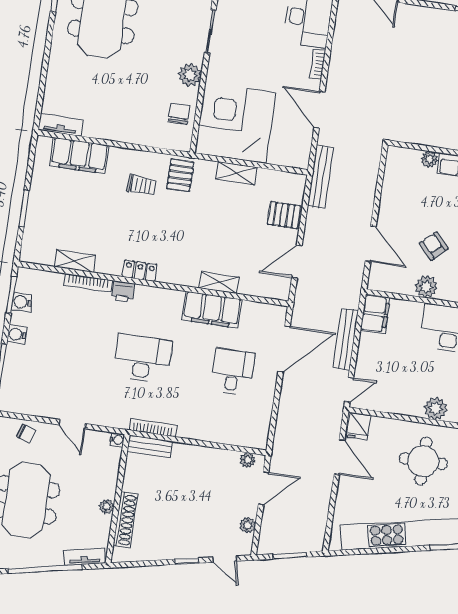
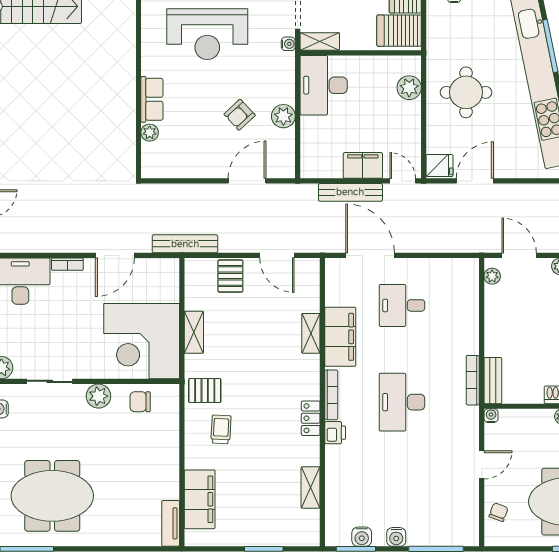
bookcase: (88, 283) -> (331, 395), moved
filing cabinet: (375, 314) -> (363, 165), moved

